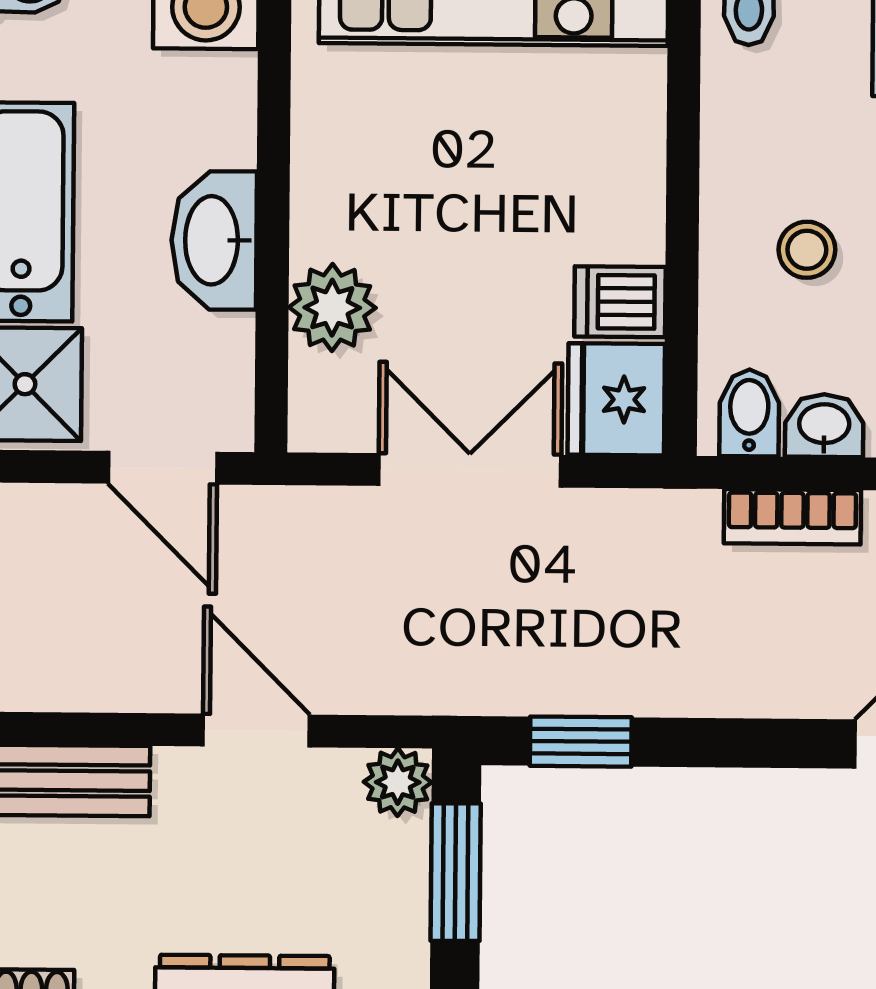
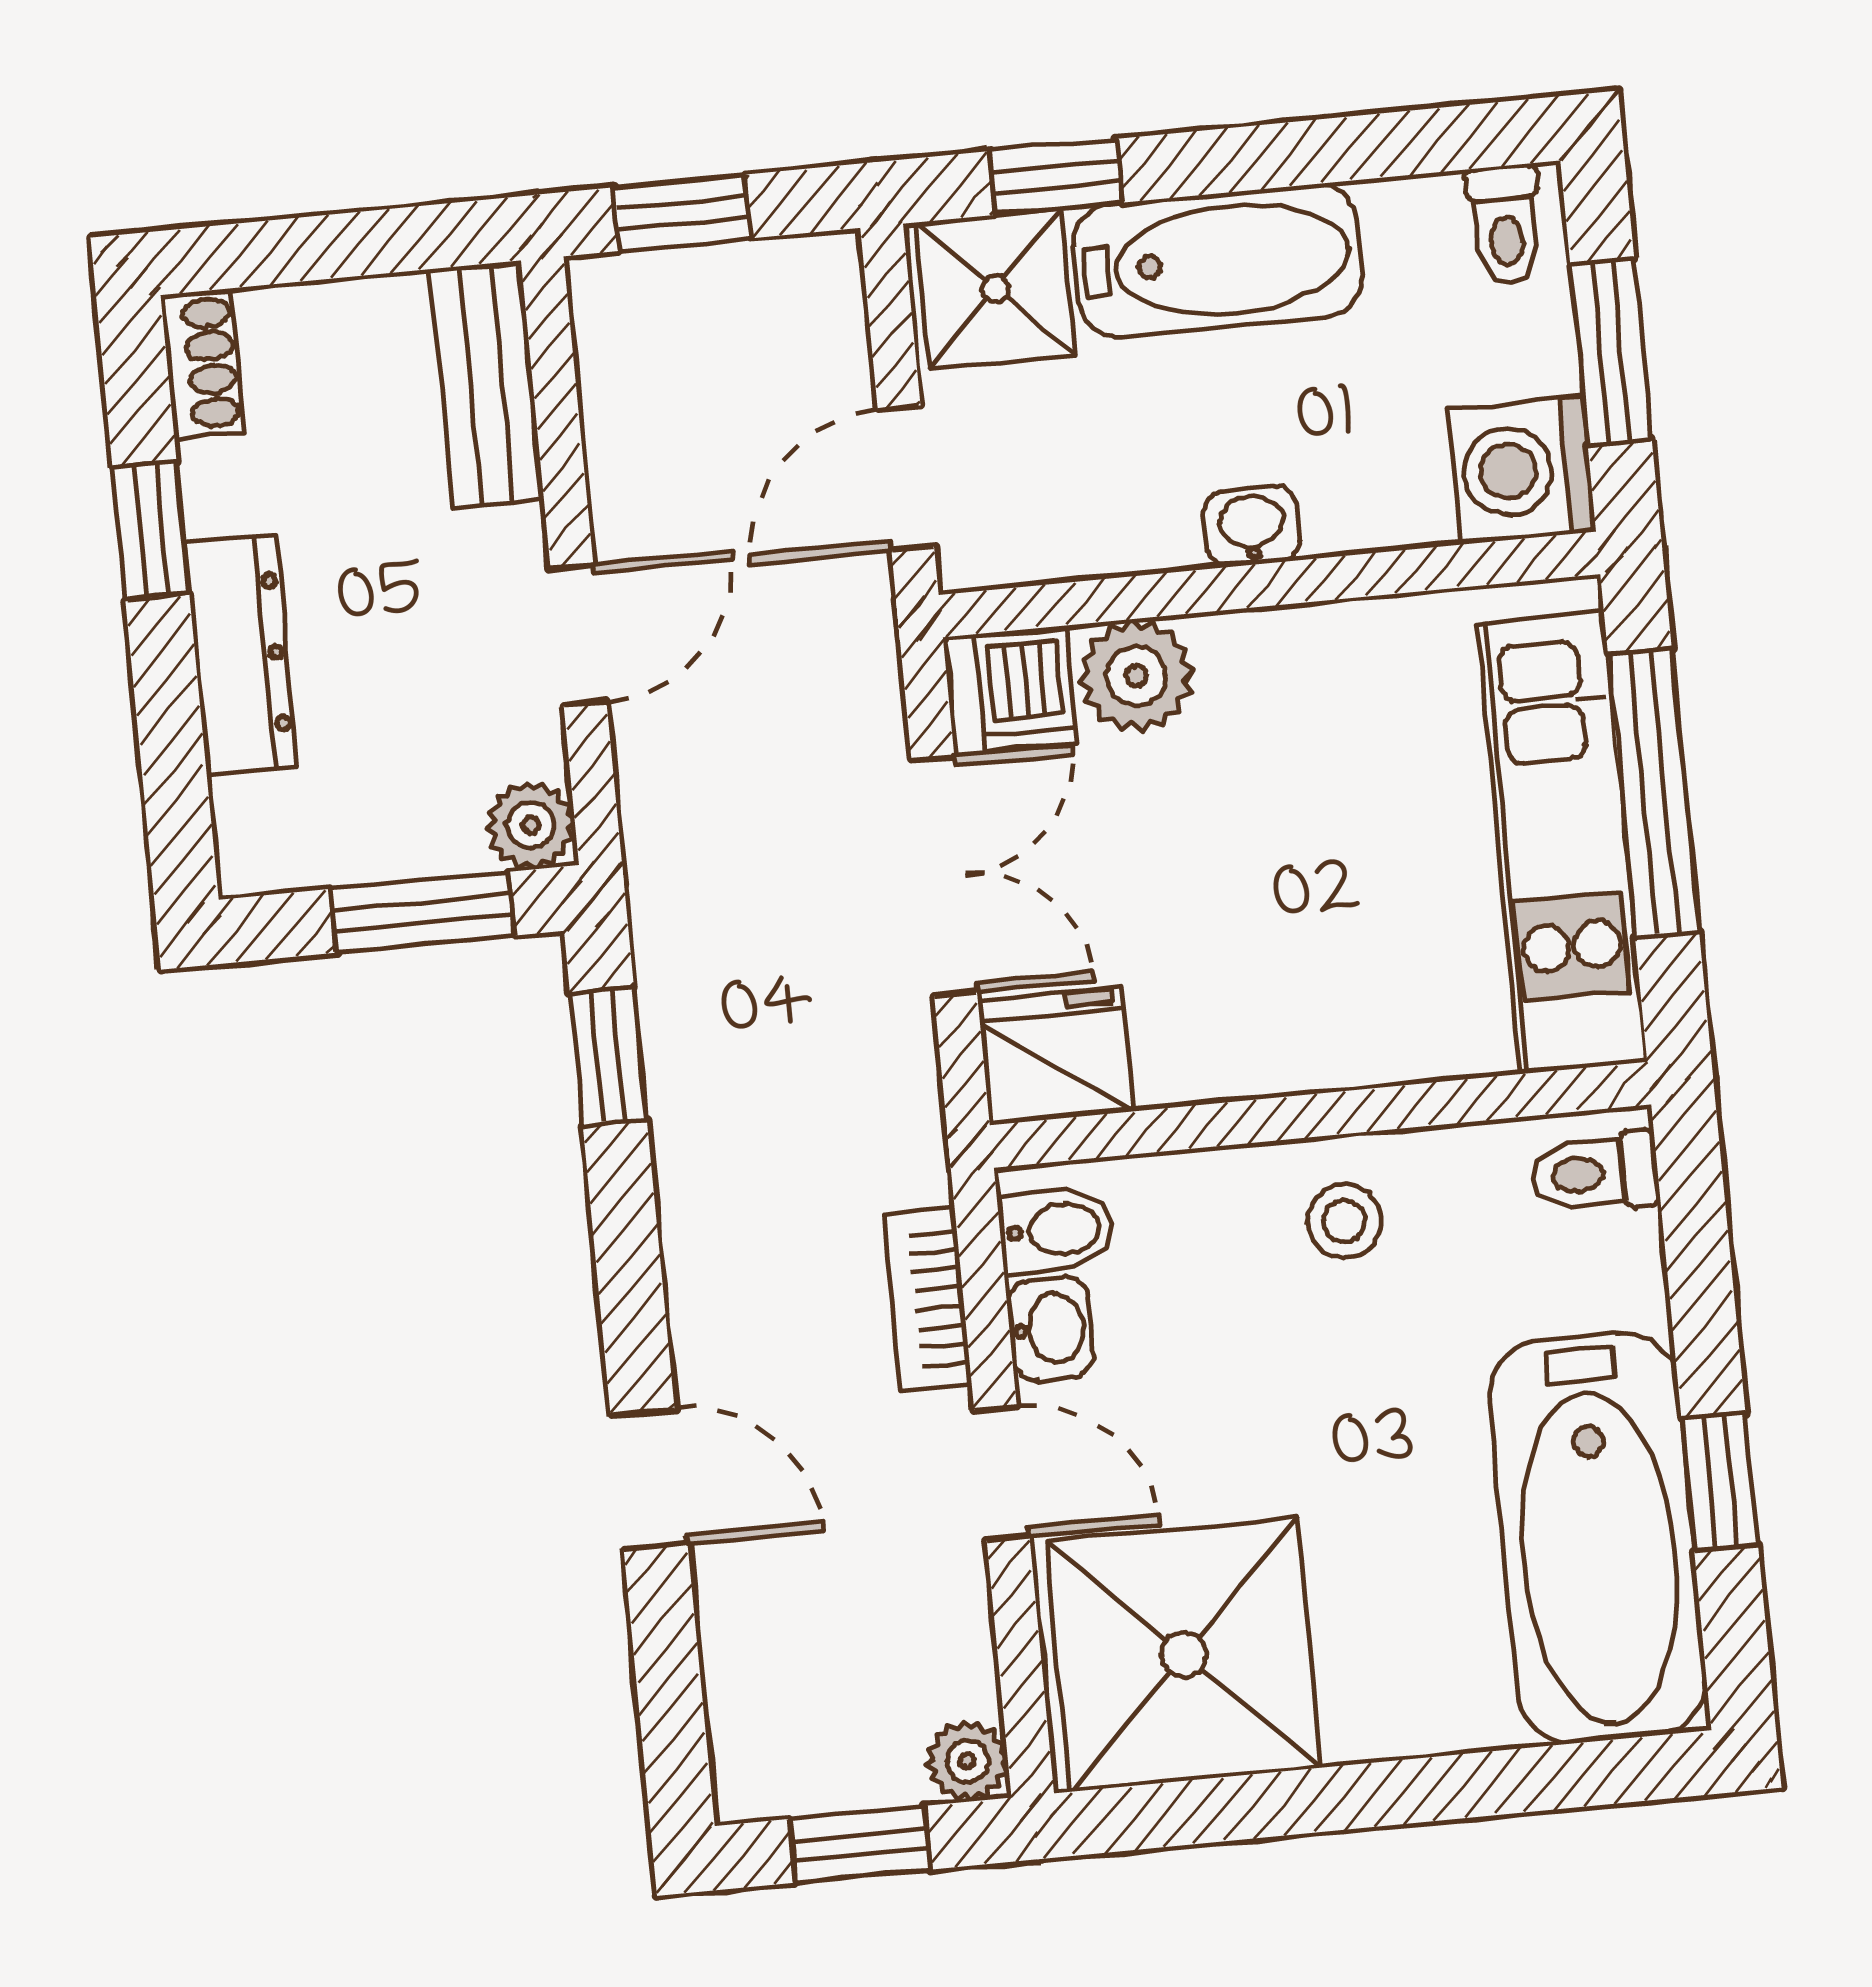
washbasin: (214, 240) -> (1252, 527), width x0.52, depth x0.69
stool: (807, 250) -> (1344, 1221), moved
dishwasher: (620, 302) -> (1026, 689), moved, turned 180

